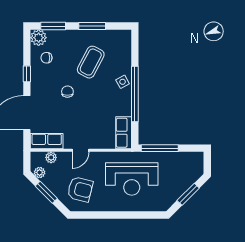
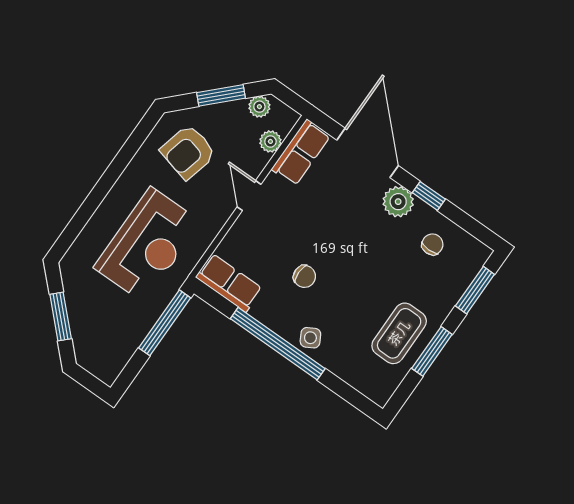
plant: (39, 38) -> (398, 202), moved
coffee table: (91, 62) -> (399, 333), moved, turned 62
chair: (67, 92) -> (304, 276), moved
reception desk: (132, 179) -> (147, 245), turned 180

